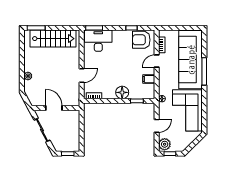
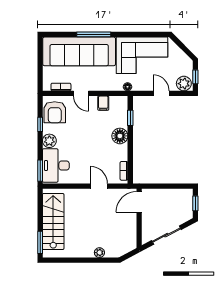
plant: (118, 35) -> (49, 141), added
door: (54, 108) -> (139, 202), moved

